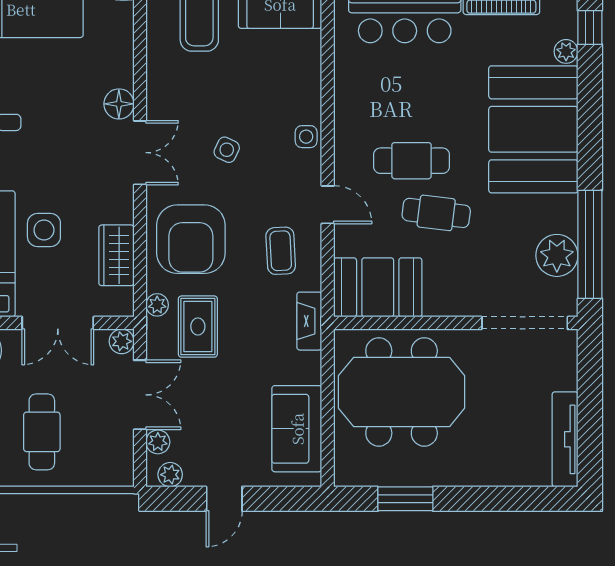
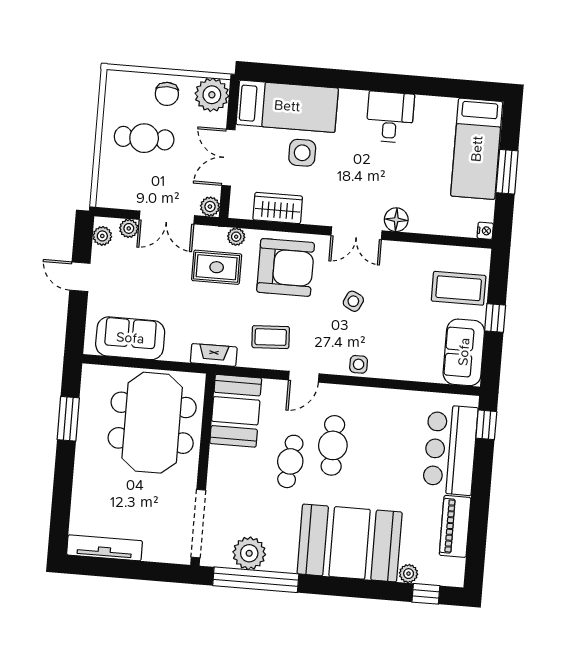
armchair: (191, 239) -> (286, 267), turned 180

